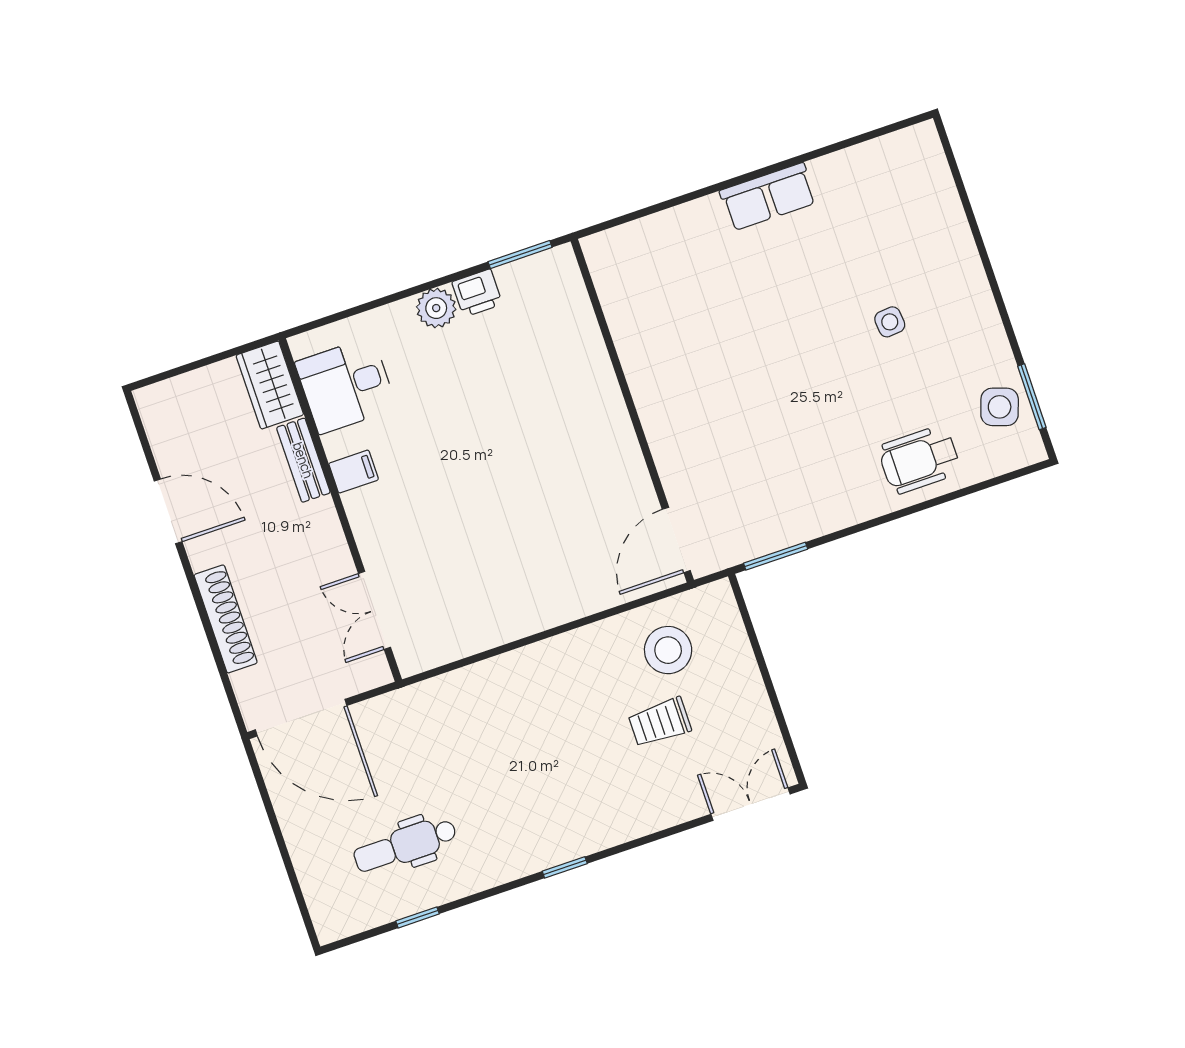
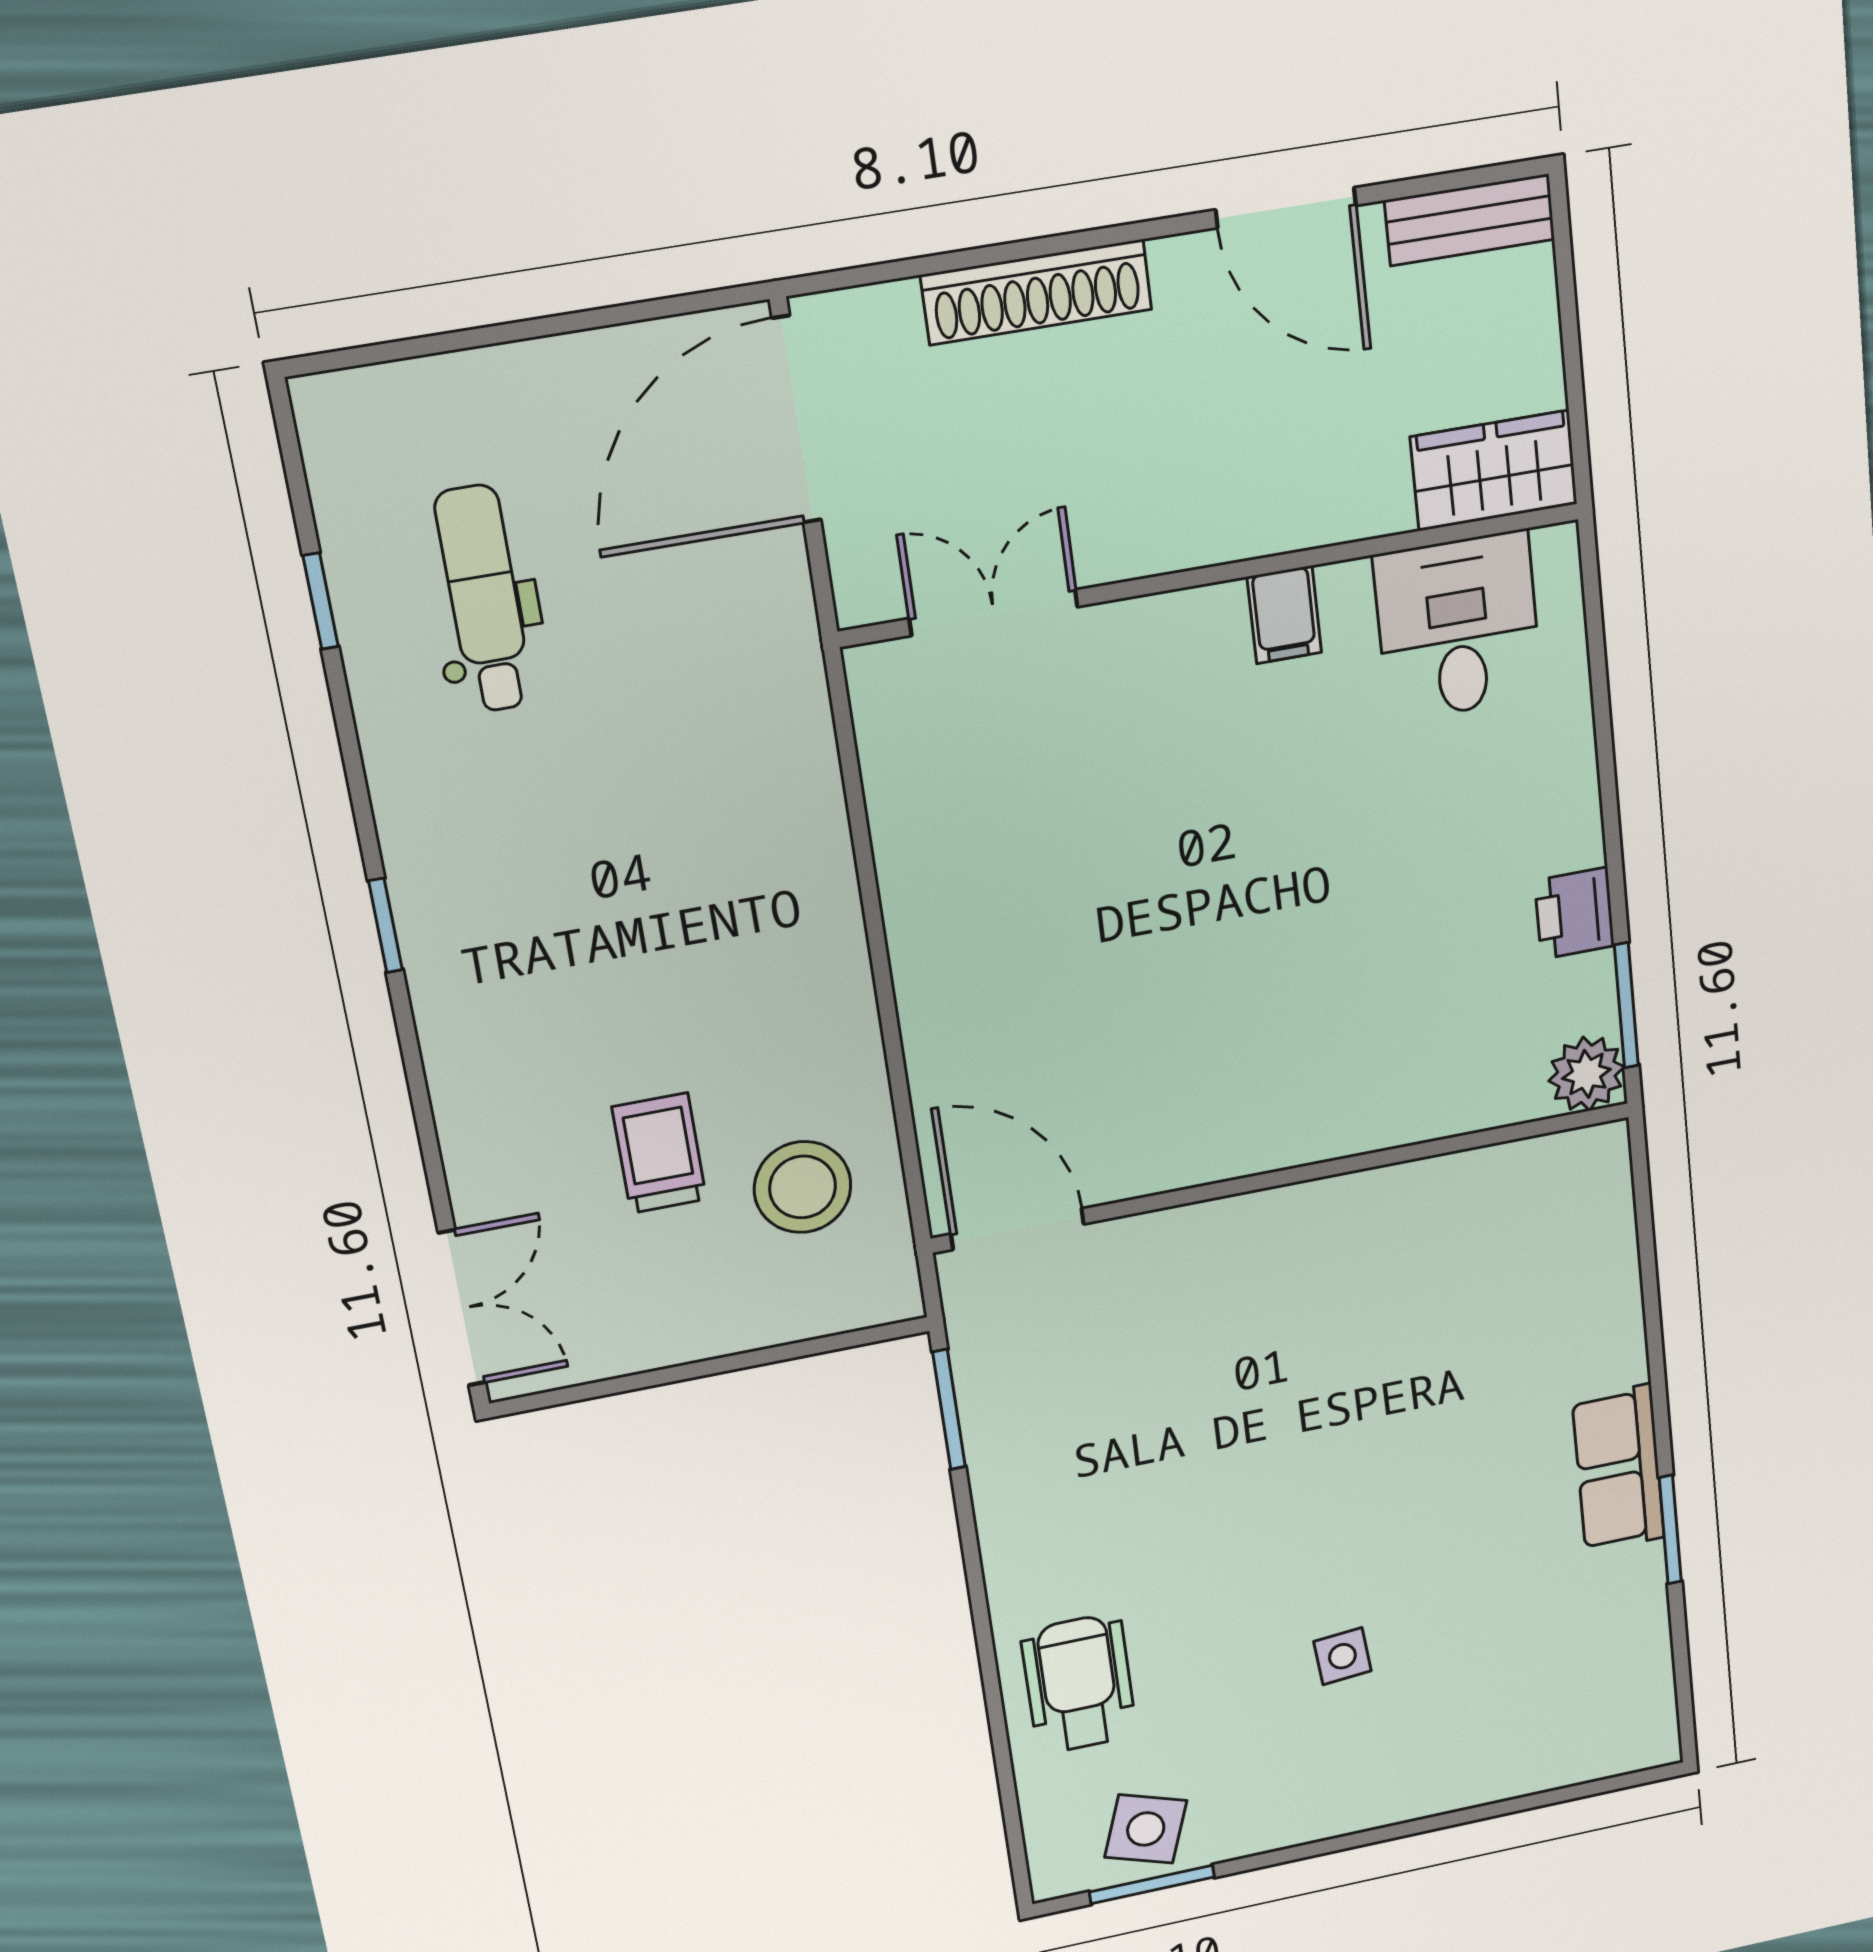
window: (799, 160) -> (1670, 1530), added
plant: (436, 308) -> (1586, 1074), moved
bench: (303, 460) -> (1470, 220), moved
door: (168, 511) -> (1286, 208), hinge flipped

